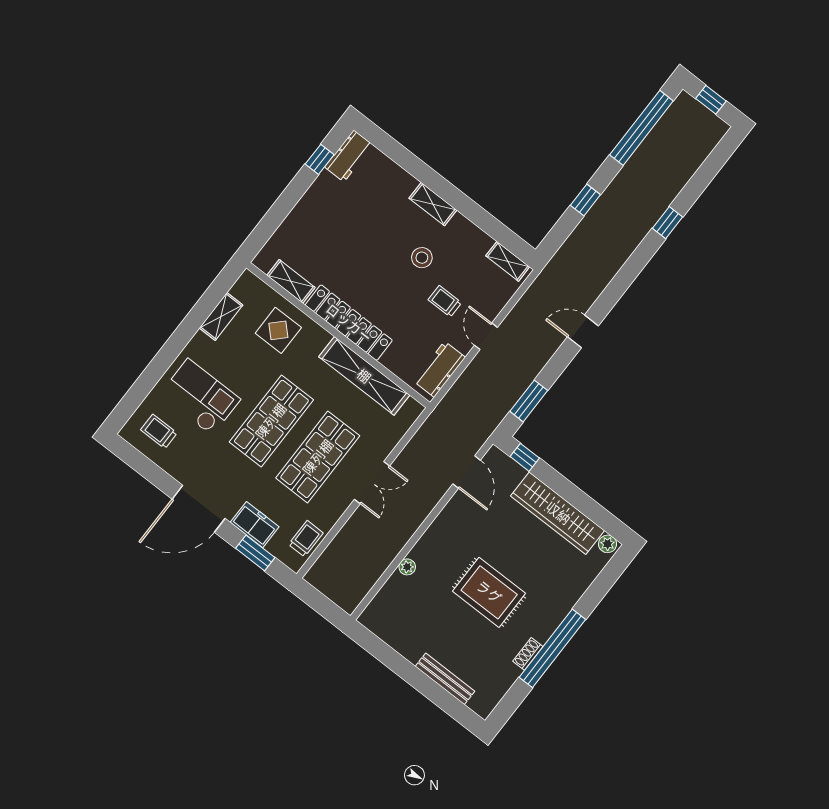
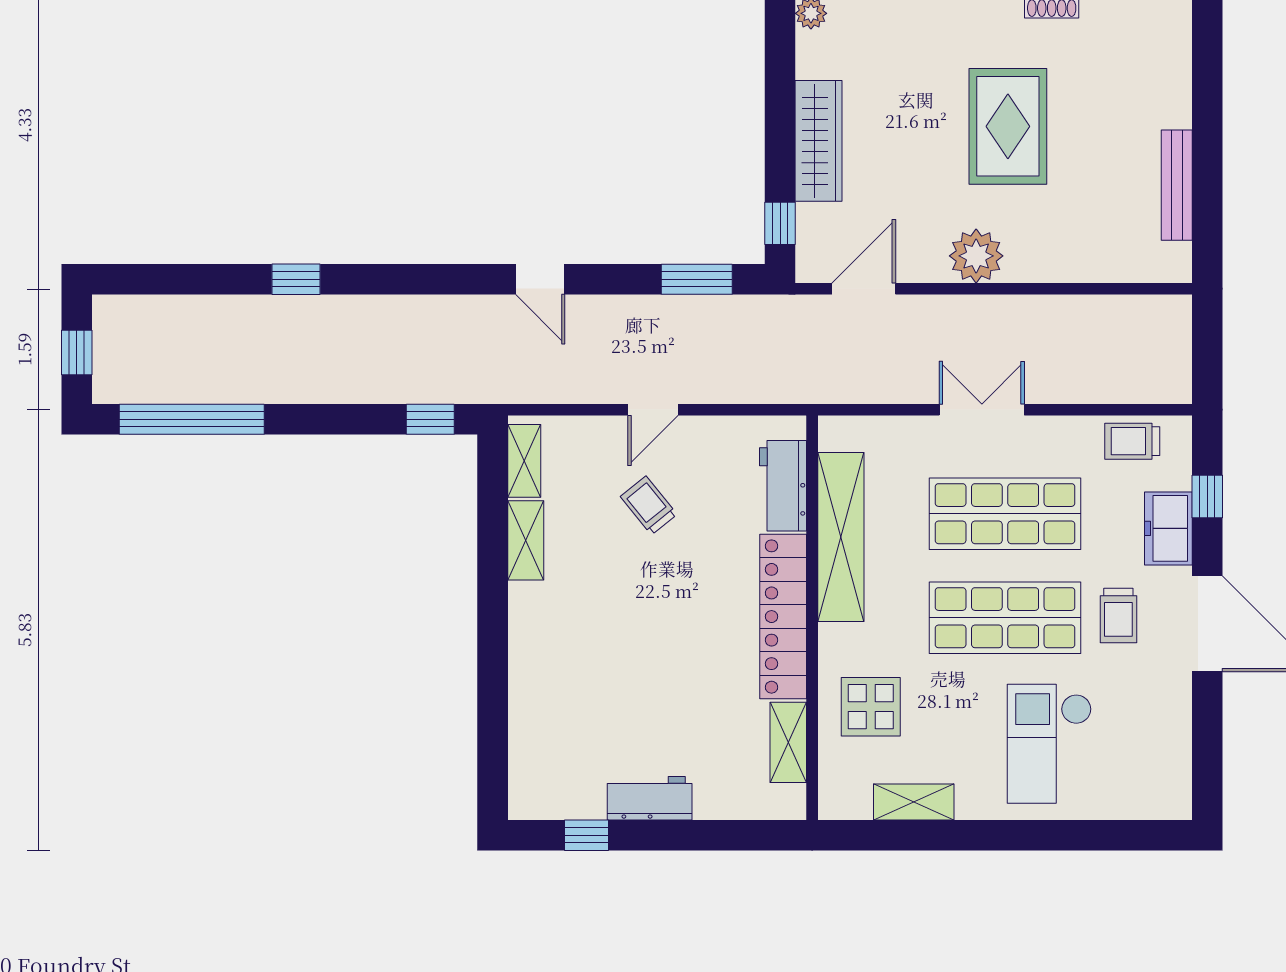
workbench: (349, 156) -> (650, 798), moved
window: (585, 200) -> (430, 419), moved
shelving: (433, 204) -> (526, 540), moved
stool: (422, 258) -> (613, 585), removed
trolley: (445, 301) -> (649, 505), turned 141
workbench: (439, 369) -> (783, 486), moved, turned 90
trolley: (159, 431) -> (1118, 615), moved
wardrobe: (558, 513) -> (818, 141), width x0.71, depth x0.85
window: (255, 553) -> (1207, 496), width x0.67
plant: (407, 567) -> (976, 256), moved, width x1.88, depth x1.88
bench: (445, 679) -> (1177, 185), moved

